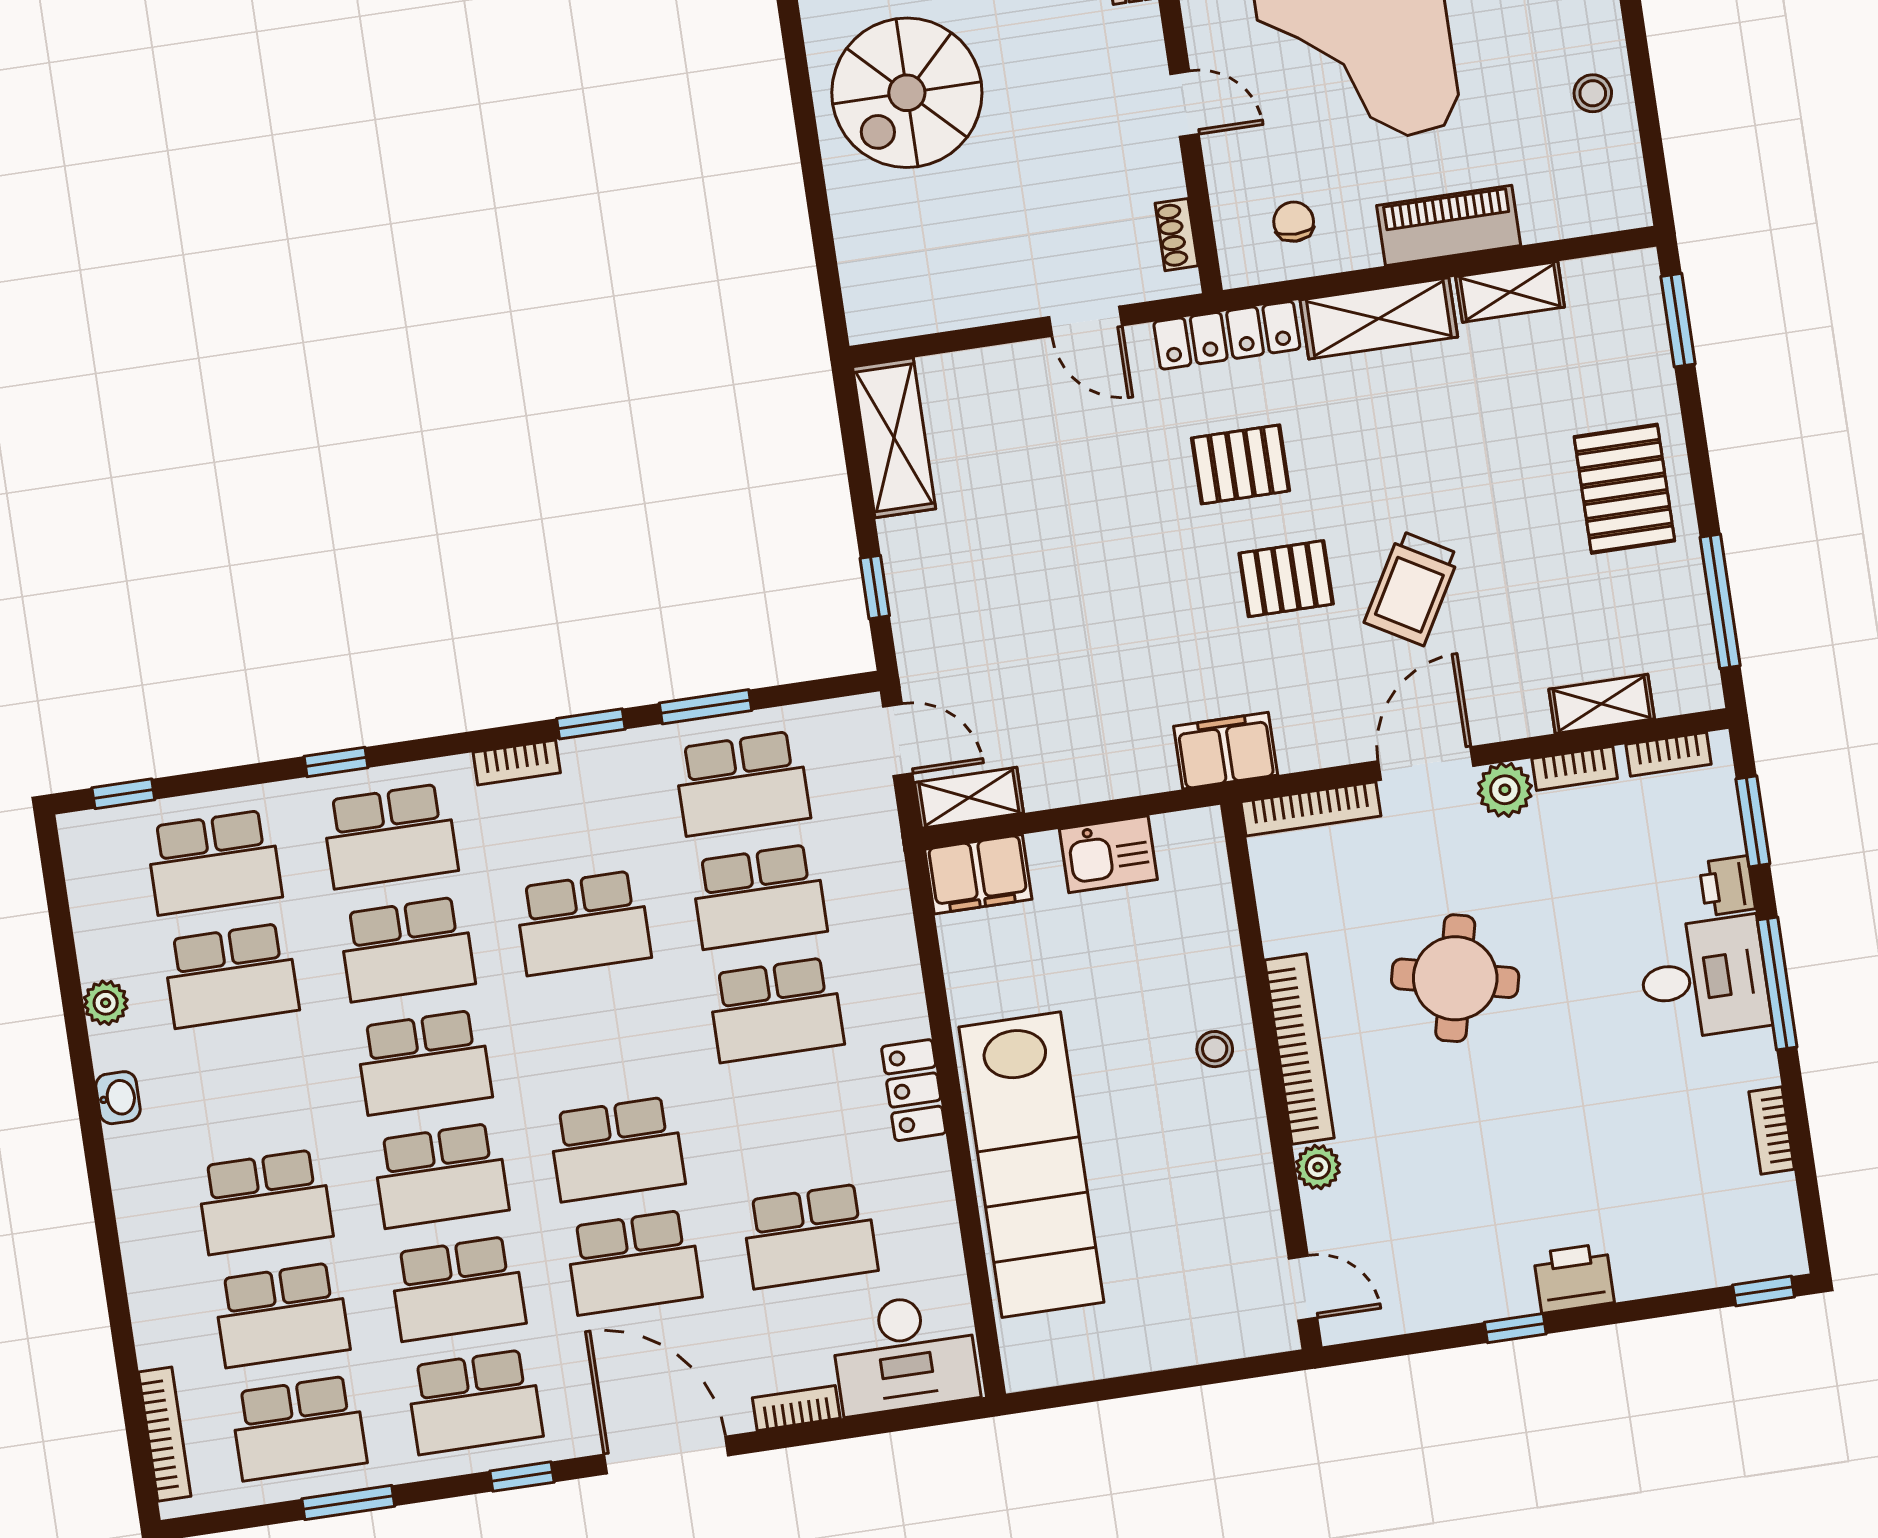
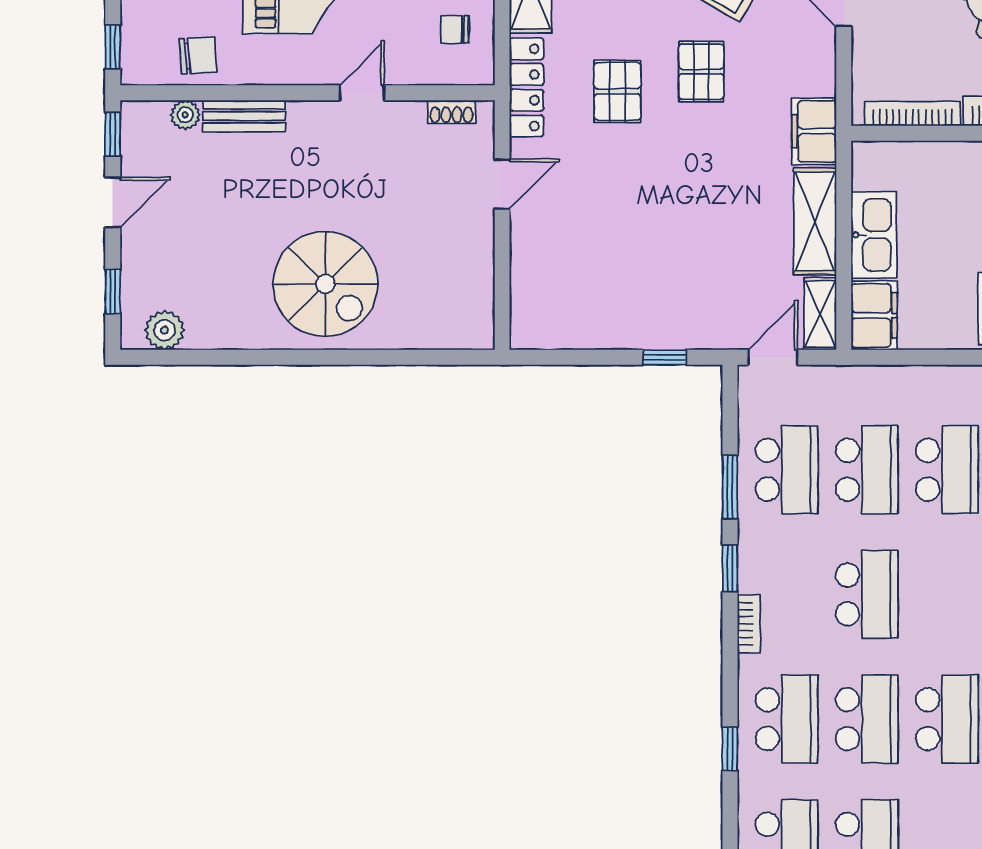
shelving: (894, 438) -> (815, 221), moved, turned 90
bookcase: (1311, 809) -> (913, 114), moved, turned -90
kitchen sink: (1108, 854) -> (874, 235), width x1.38

